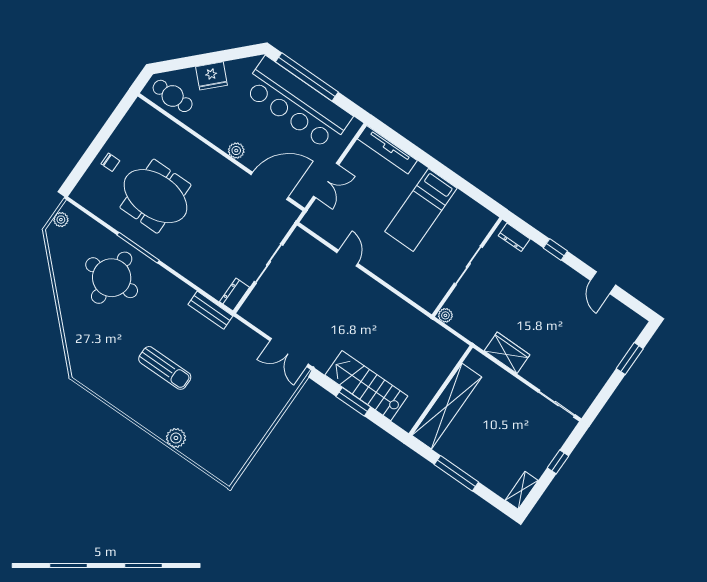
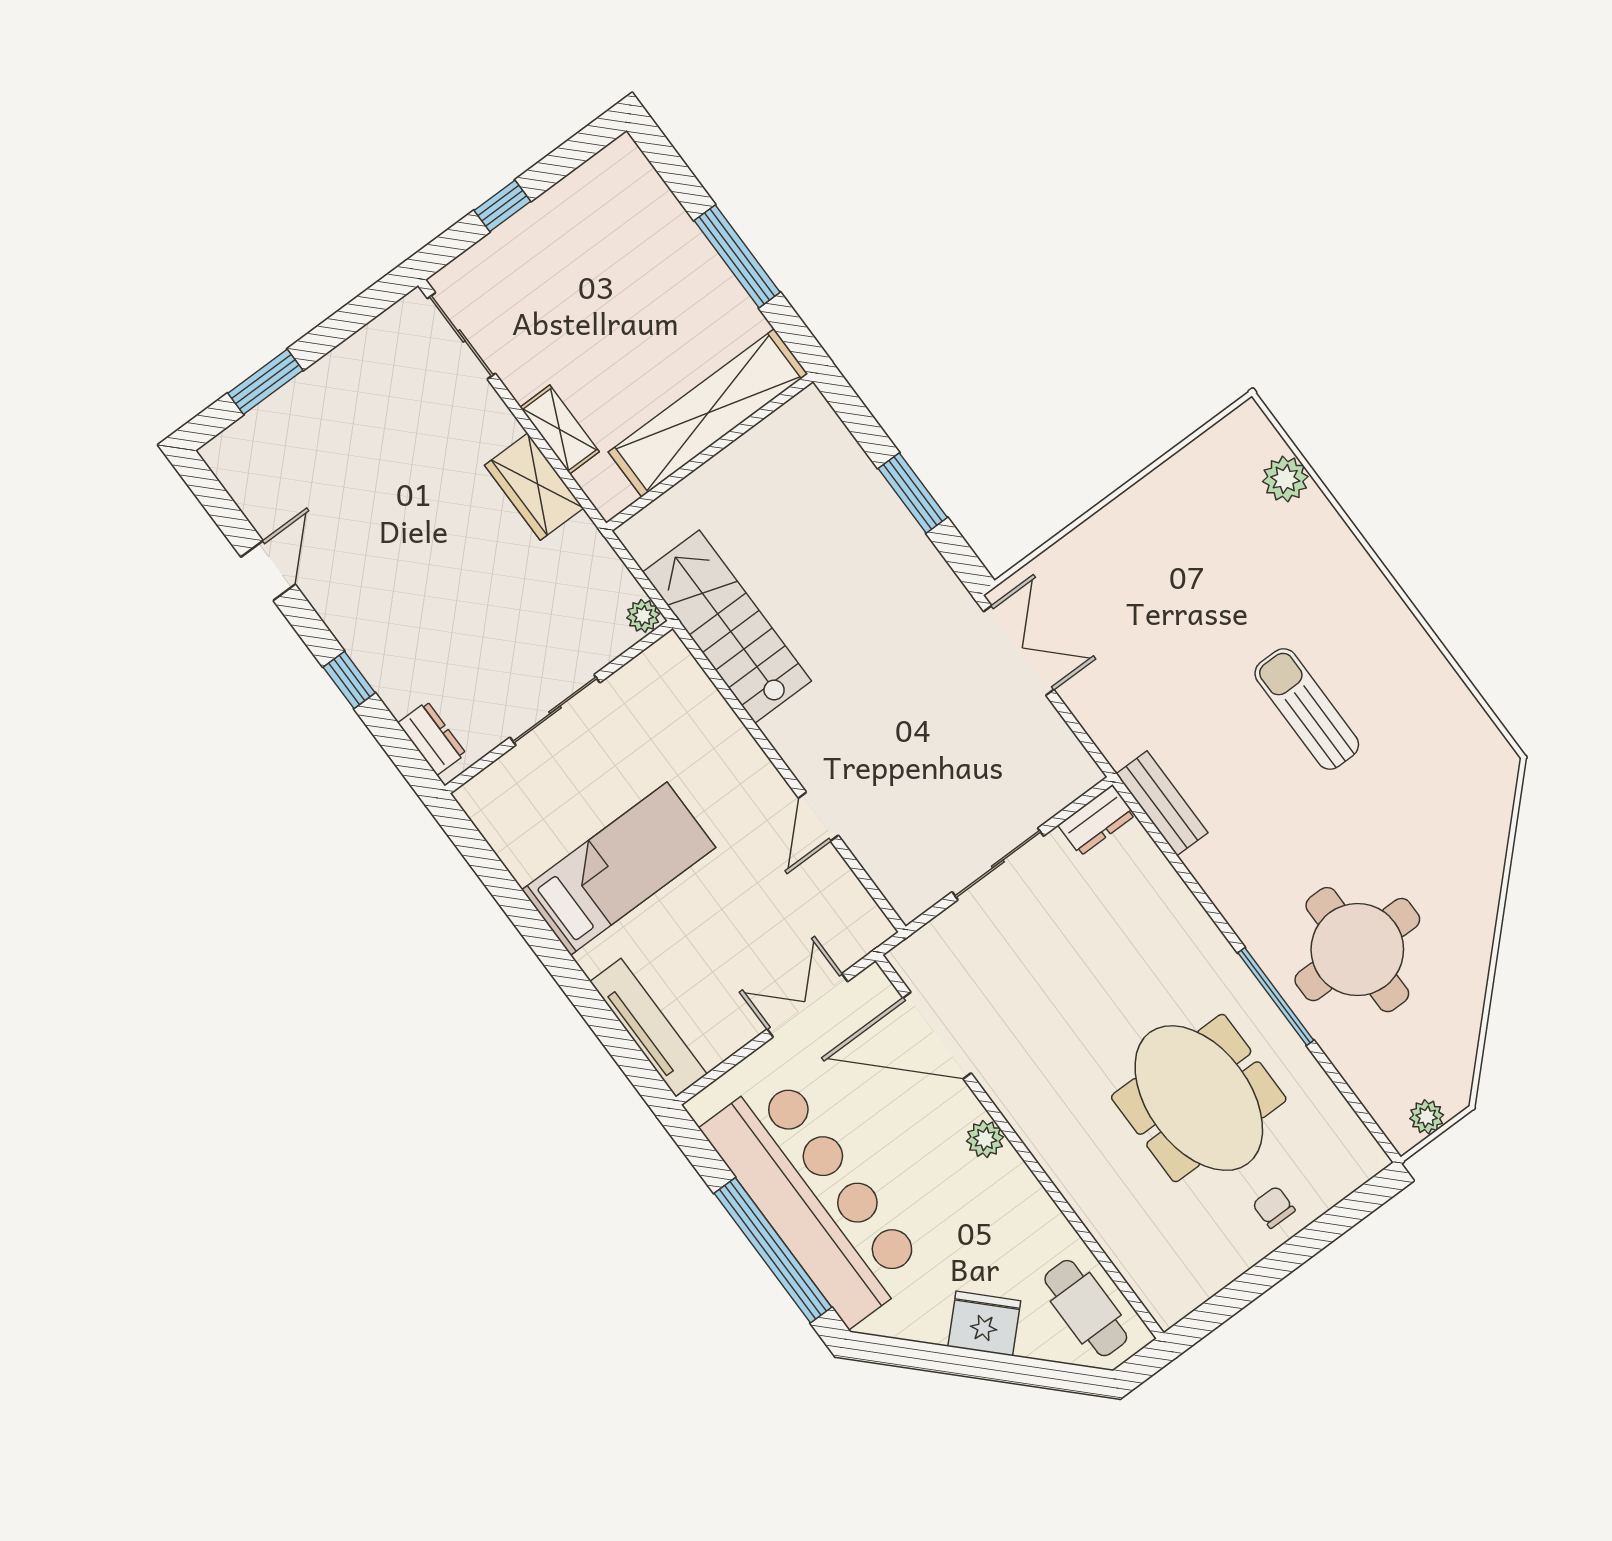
stairs: (366, 386) -> (727, 627), moved, turned 180
plant: (176, 438) -> (1285, 479), moved
shelving: (522, 490) -> (560, 429), moved, turned 90

